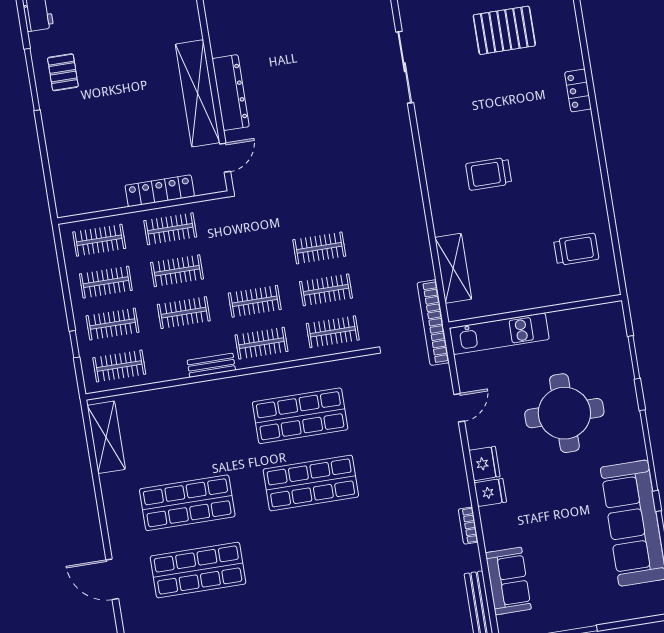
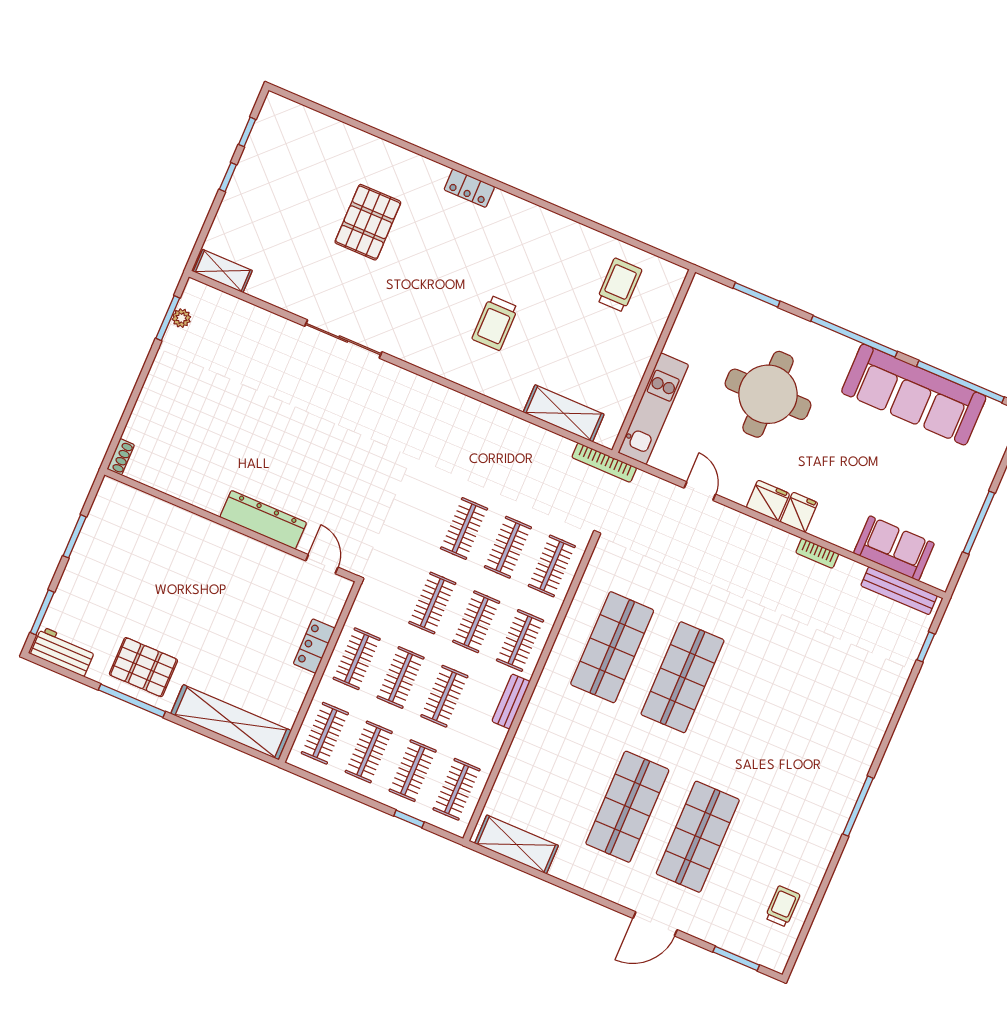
pallet: (63, 72) -> (143, 667), width x1.50, depth x1.42
shelving: (198, 93) -> (231, 722), moved
locker: (160, 191) -> (314, 646), width x0.66
clothes rail: (248, 259) -> (432, 603), added
bookcase: (433, 323) -> (604, 463), width x0.68, depth x0.76

